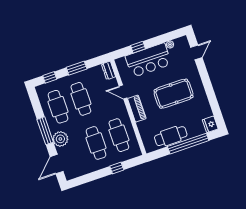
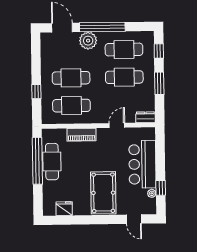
window: (138, 47) -> (161, 188), moved
pool table: (174, 94) -> (103, 193), moved
piano: (137, 109) -> (82, 135), moved
fridge: (210, 124) -> (64, 209), moved
window: (45, 131) -> (102, 27), width x1.46
window: (188, 144) -> (37, 161), moved

